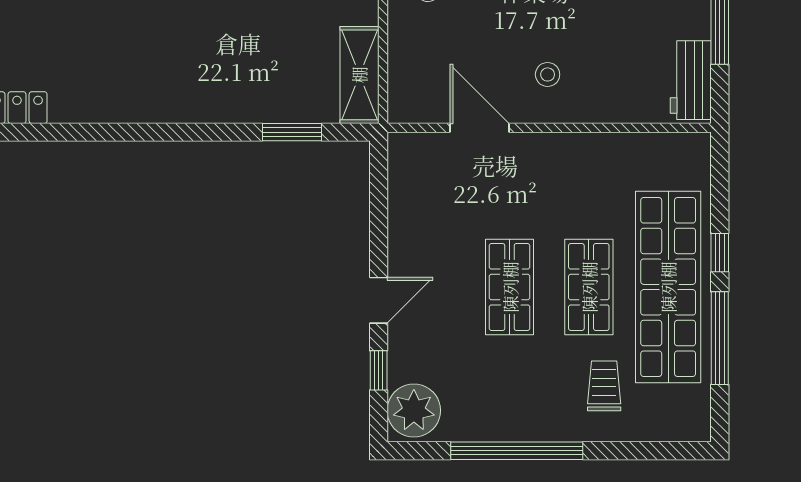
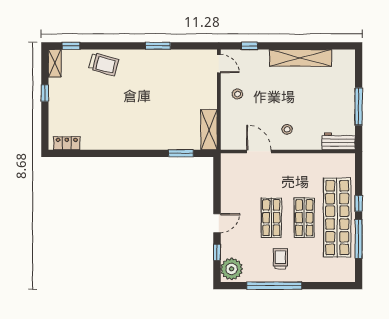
workbench: (691, 80) -> (339, 141), moved, turned 90
trolley: (604, 386) -> (280, 259), moved

